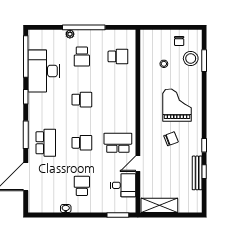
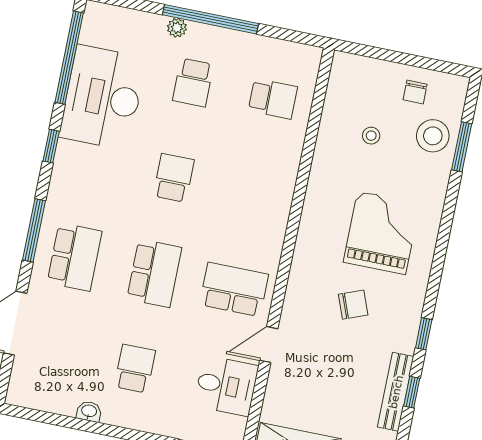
school desk: (82, 100) -> (174, 178), turned -90
school desk: (82, 143) -> (154, 273), width x1.85

